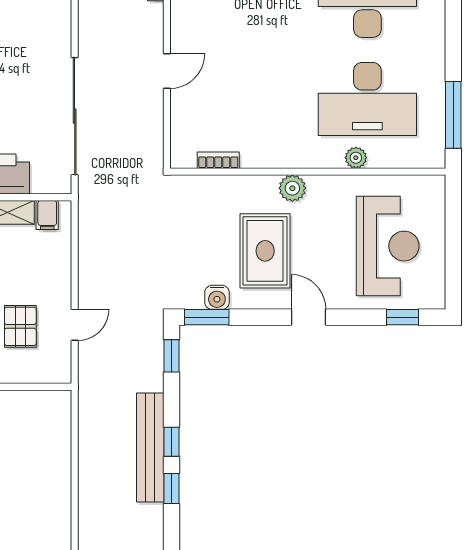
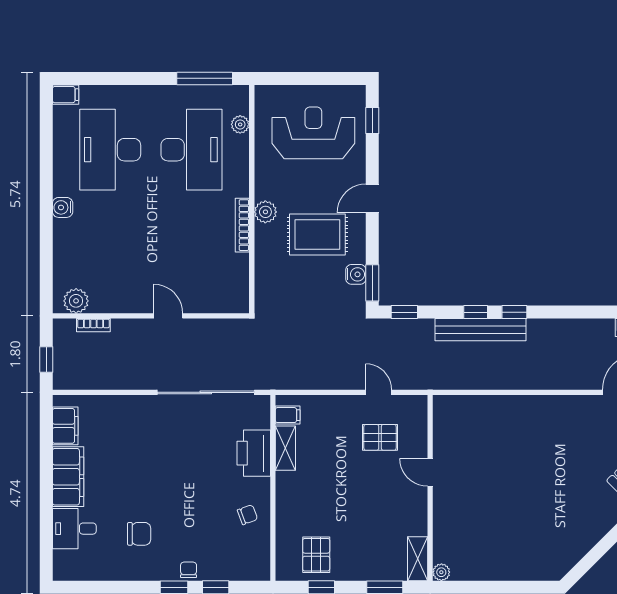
plant: (356, 158) -> (240, 124), moved
bookcase: (218, 160) -> (242, 225), moved, width x1.56

